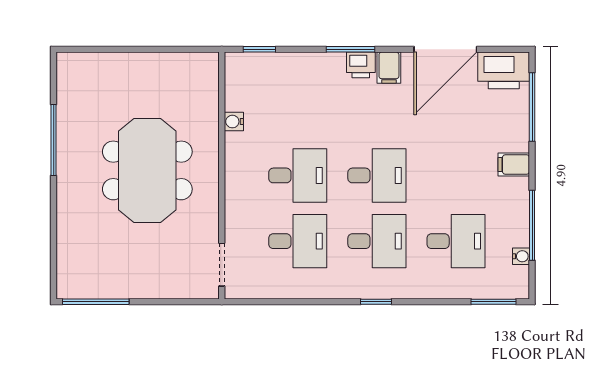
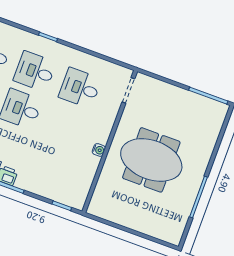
water cooler: (234, 122) -> (99, 150), moved
meeting table: (147, 170) -> (151, 160), turned 90
desk: (298, 175) -> (66, 126), removed

